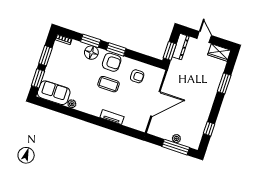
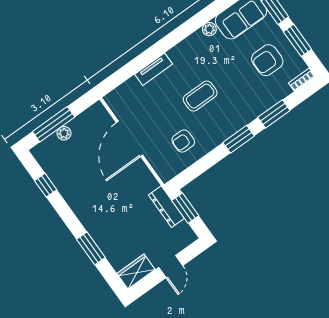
door: (204, 37) -> (171, 267), hinge flipped
dresser: (181, 47) -> (166, 207), moved
floor lamp: (91, 53) -> (258, 104), removed
armchair: (112, 62) -> (267, 60), moved

